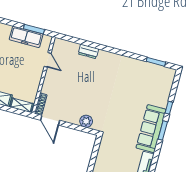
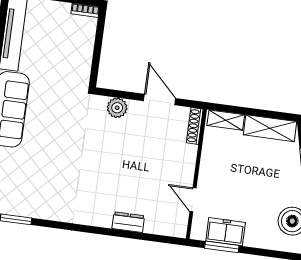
freezer: (26, 37) -> (226, 232), width x0.71
door: (50, 120) -> (160, 100), moved

